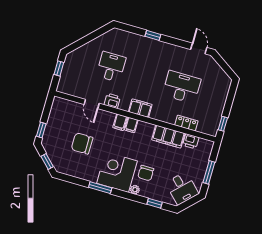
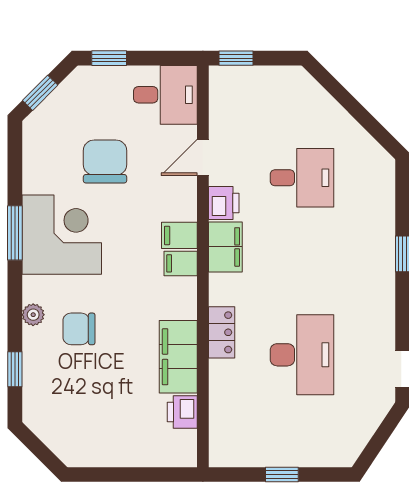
window: (59, 68) -> (236, 58), moved
filing cabinet: (140, 108) -> (225, 247), moved
locker: (186, 123) -> (222, 332), moved
window: (223, 124) -> (282, 474), moved
corner desk: (117, 172) -> (62, 235), moved
window: (209, 172) -> (122, 474), removed
desk: (182, 188) -> (165, 95), moved, turned -135

